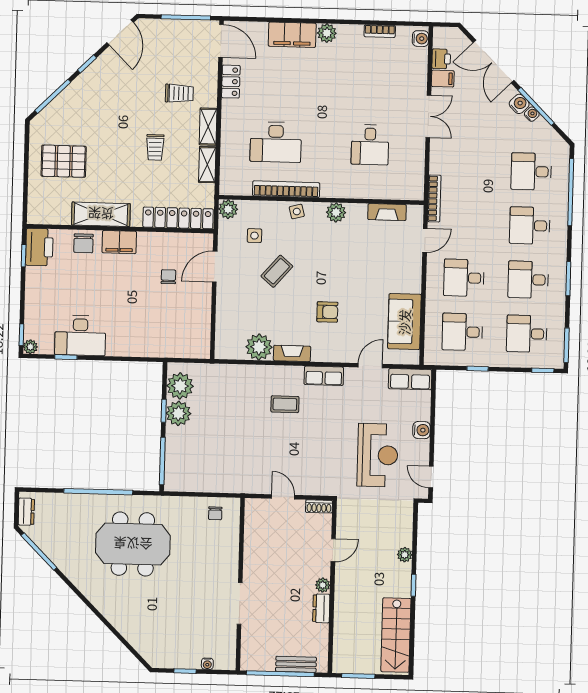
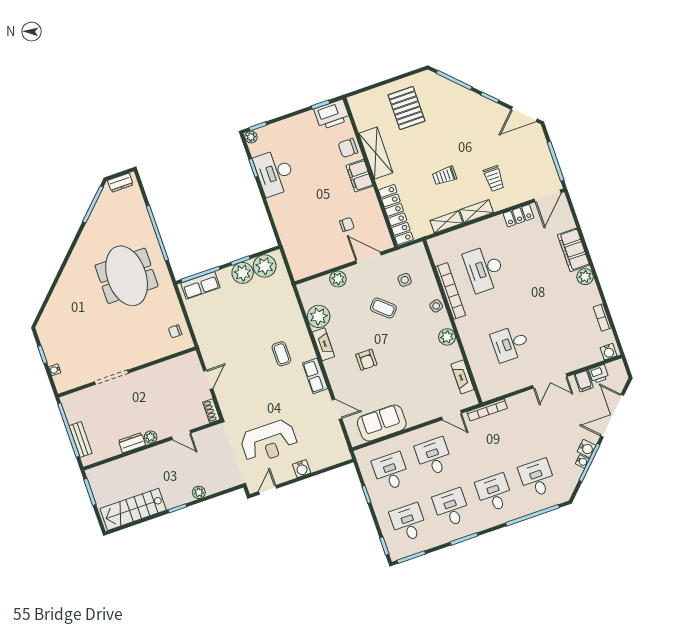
plant: (228, 209) -> (338, 279), moved
row of seats: (410, 379) -> (200, 285), moved, turned -90

